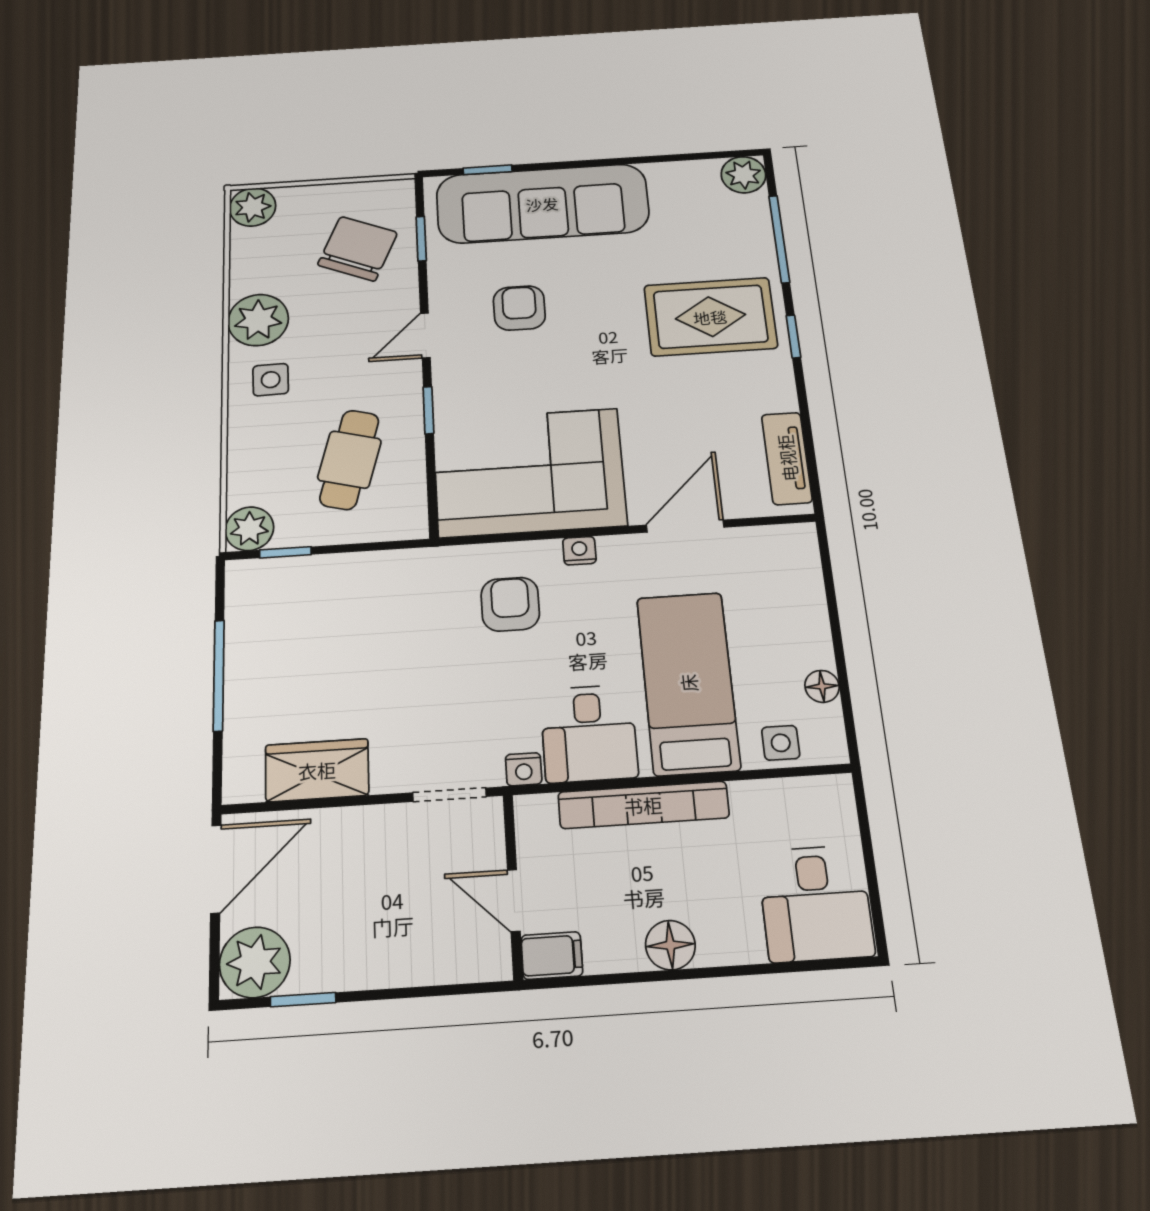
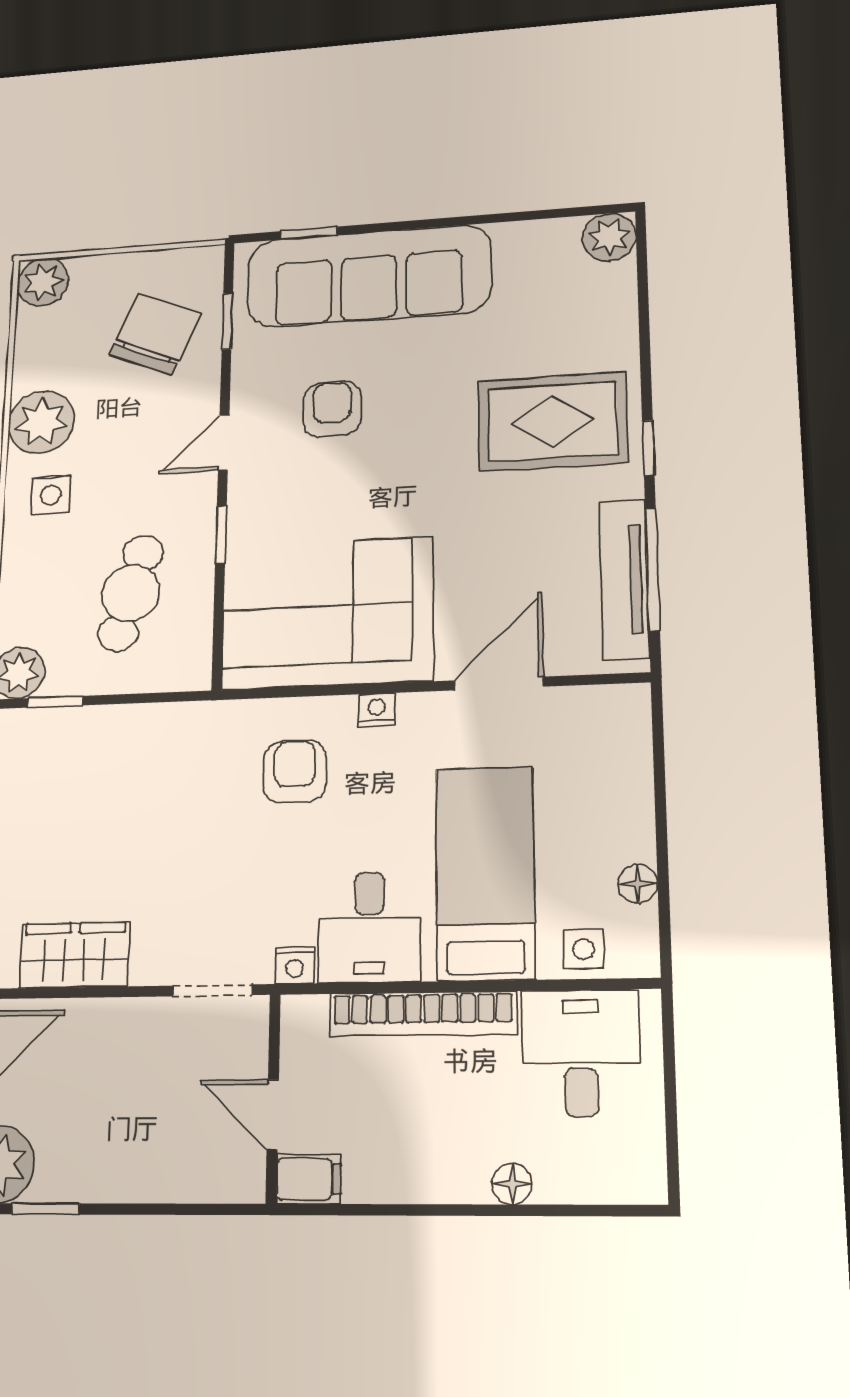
window: (779, 239) -> (652, 569), moved
tv unit: (787, 458) -> (624, 579), width x1.41
desk: (816, 903) -> (581, 1053), moved, turned 180
floor lamp: (670, 945) -> (512, 1184), moved, width x0.73, depth x0.73

